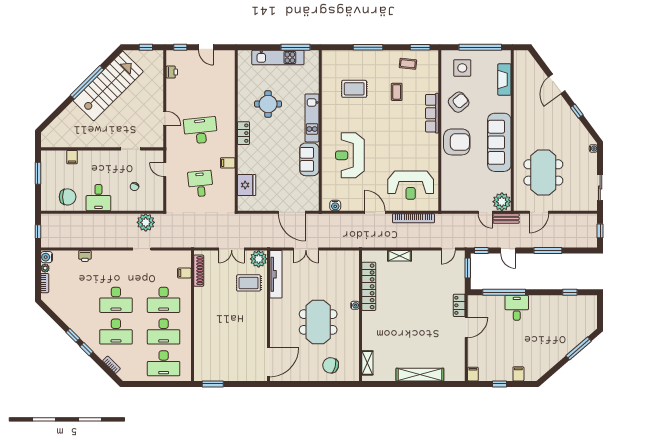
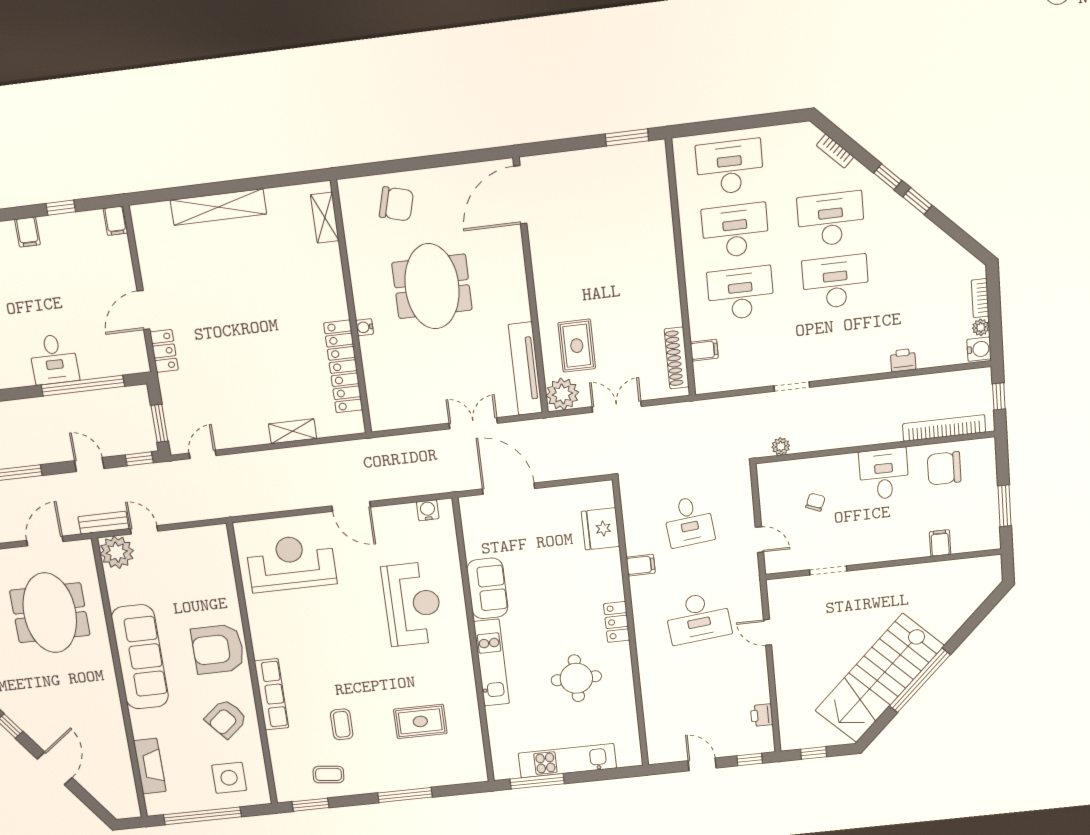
bookcase: (413, 218) -> (944, 428), moved
plant: (146, 222) -> (781, 446), width x0.53, depth x0.53
rug: (249, 283) -> (577, 346), turned 90

